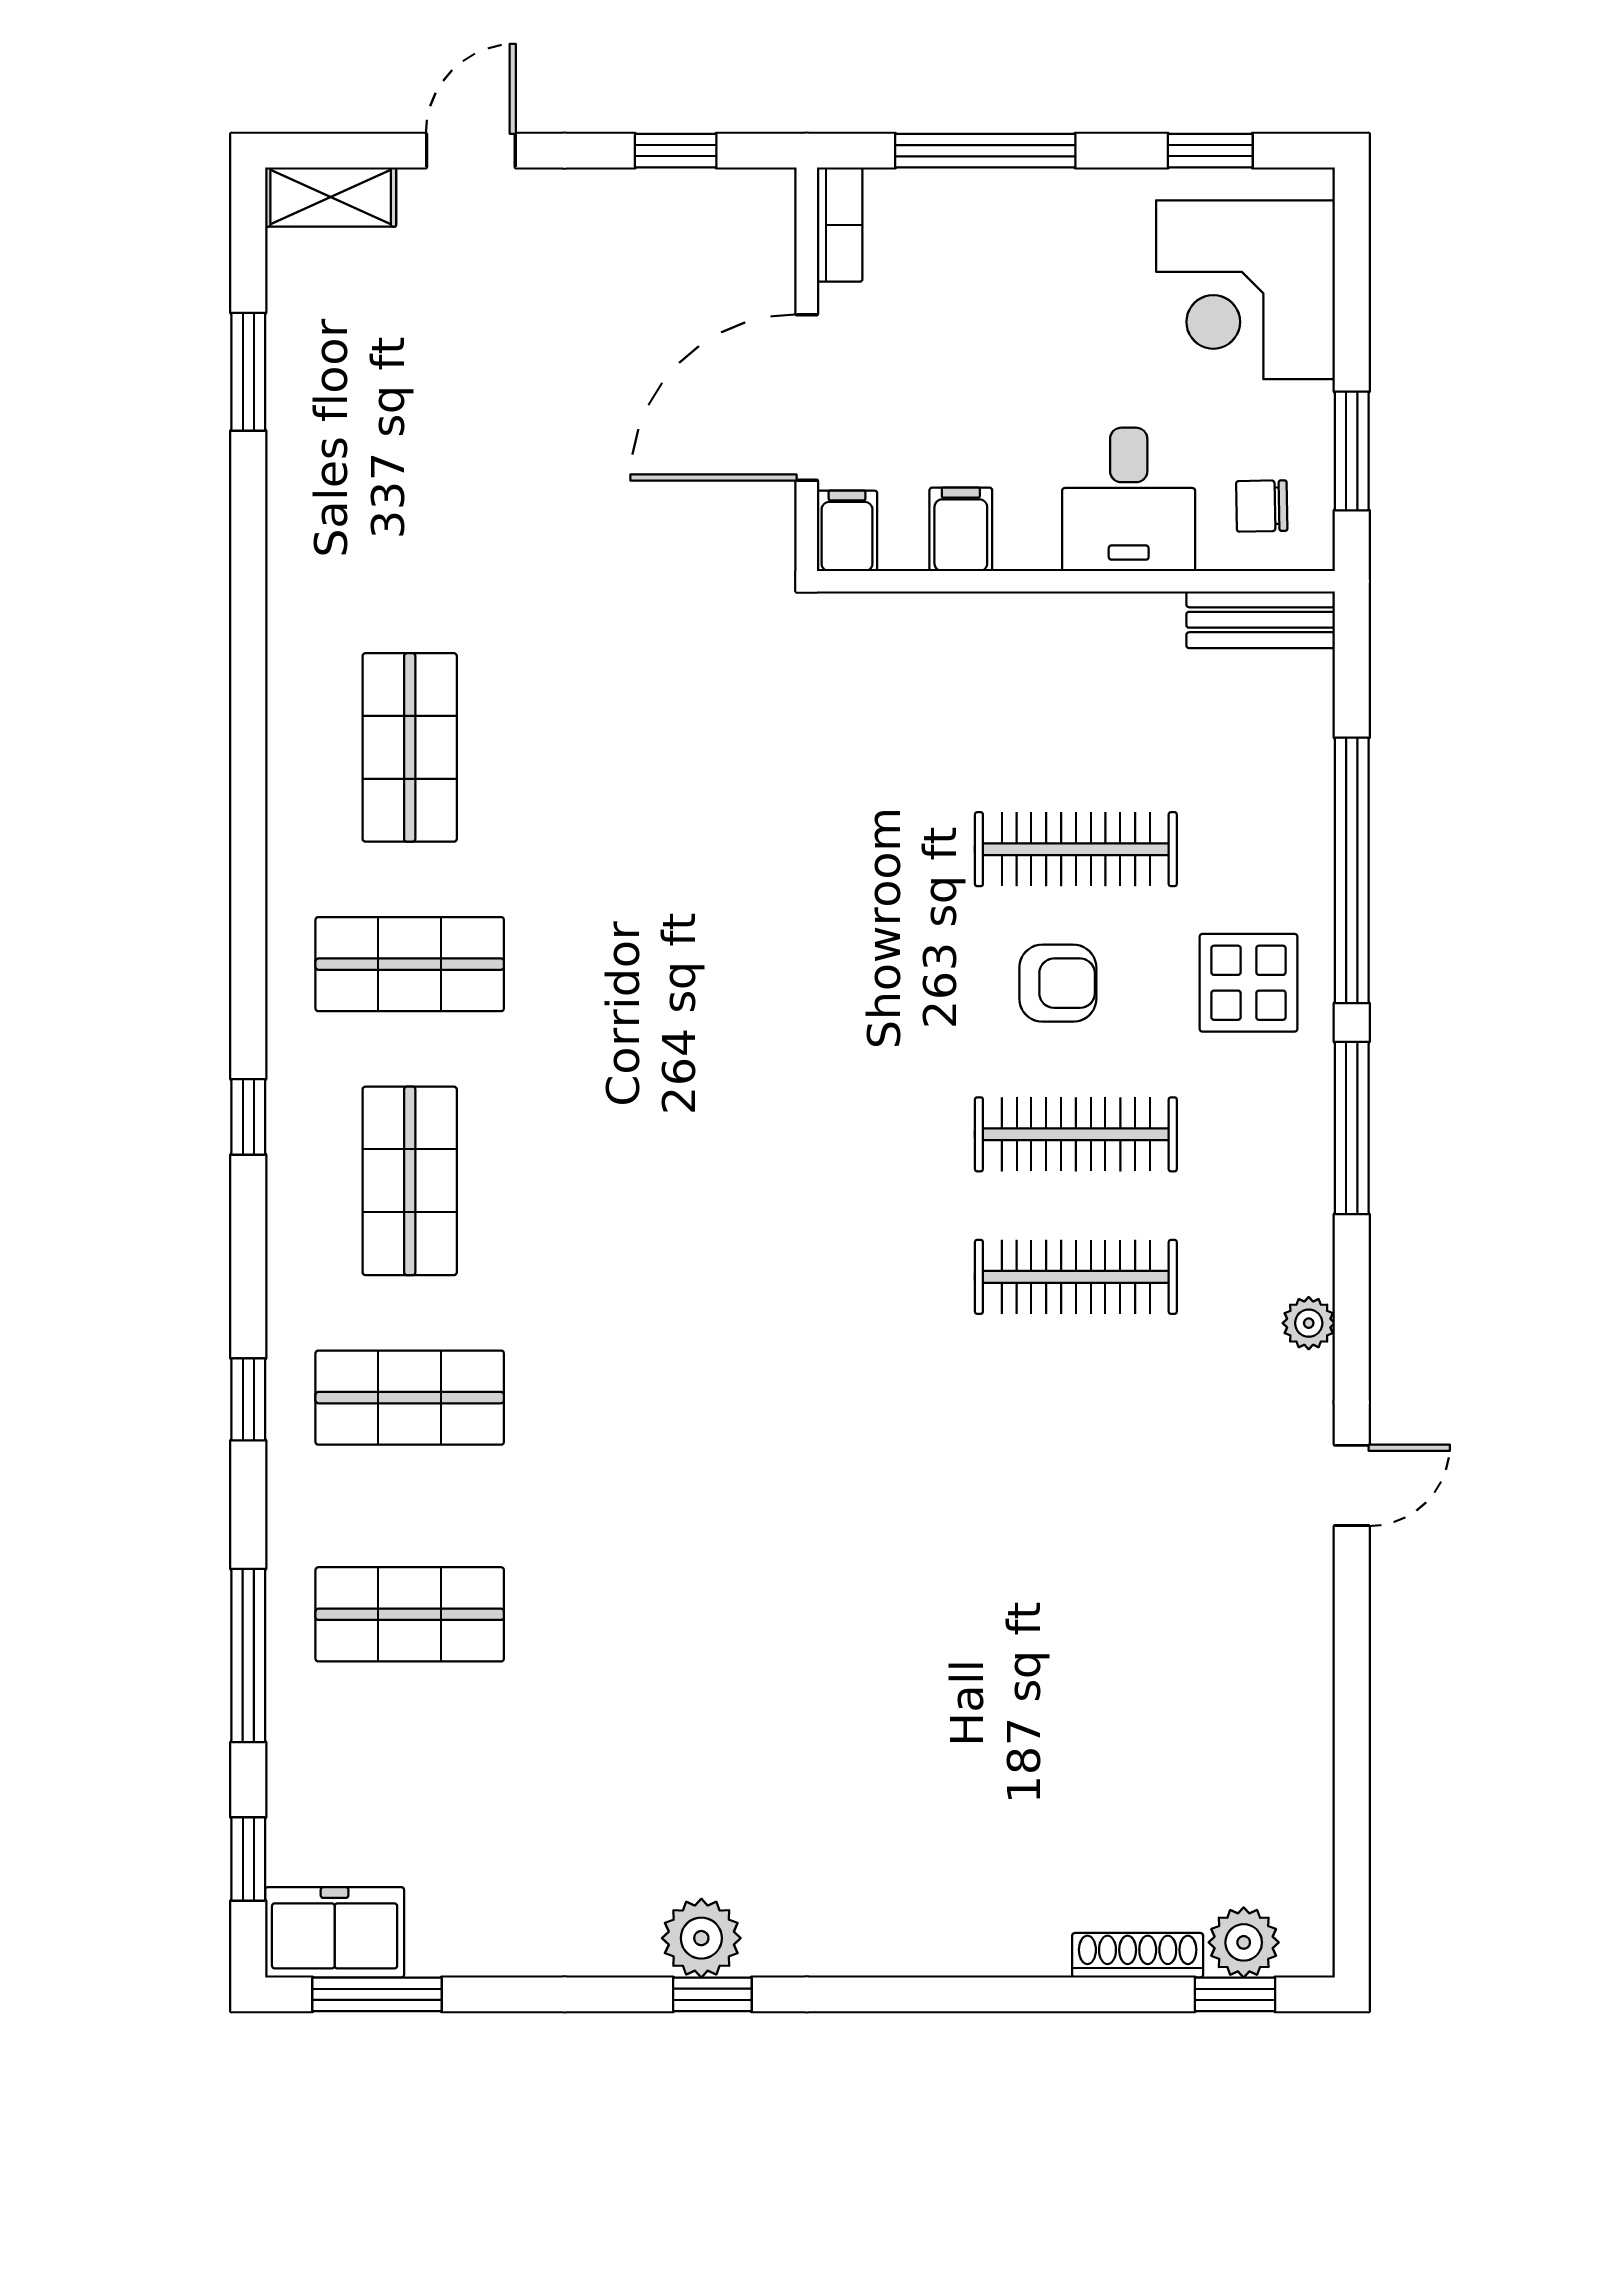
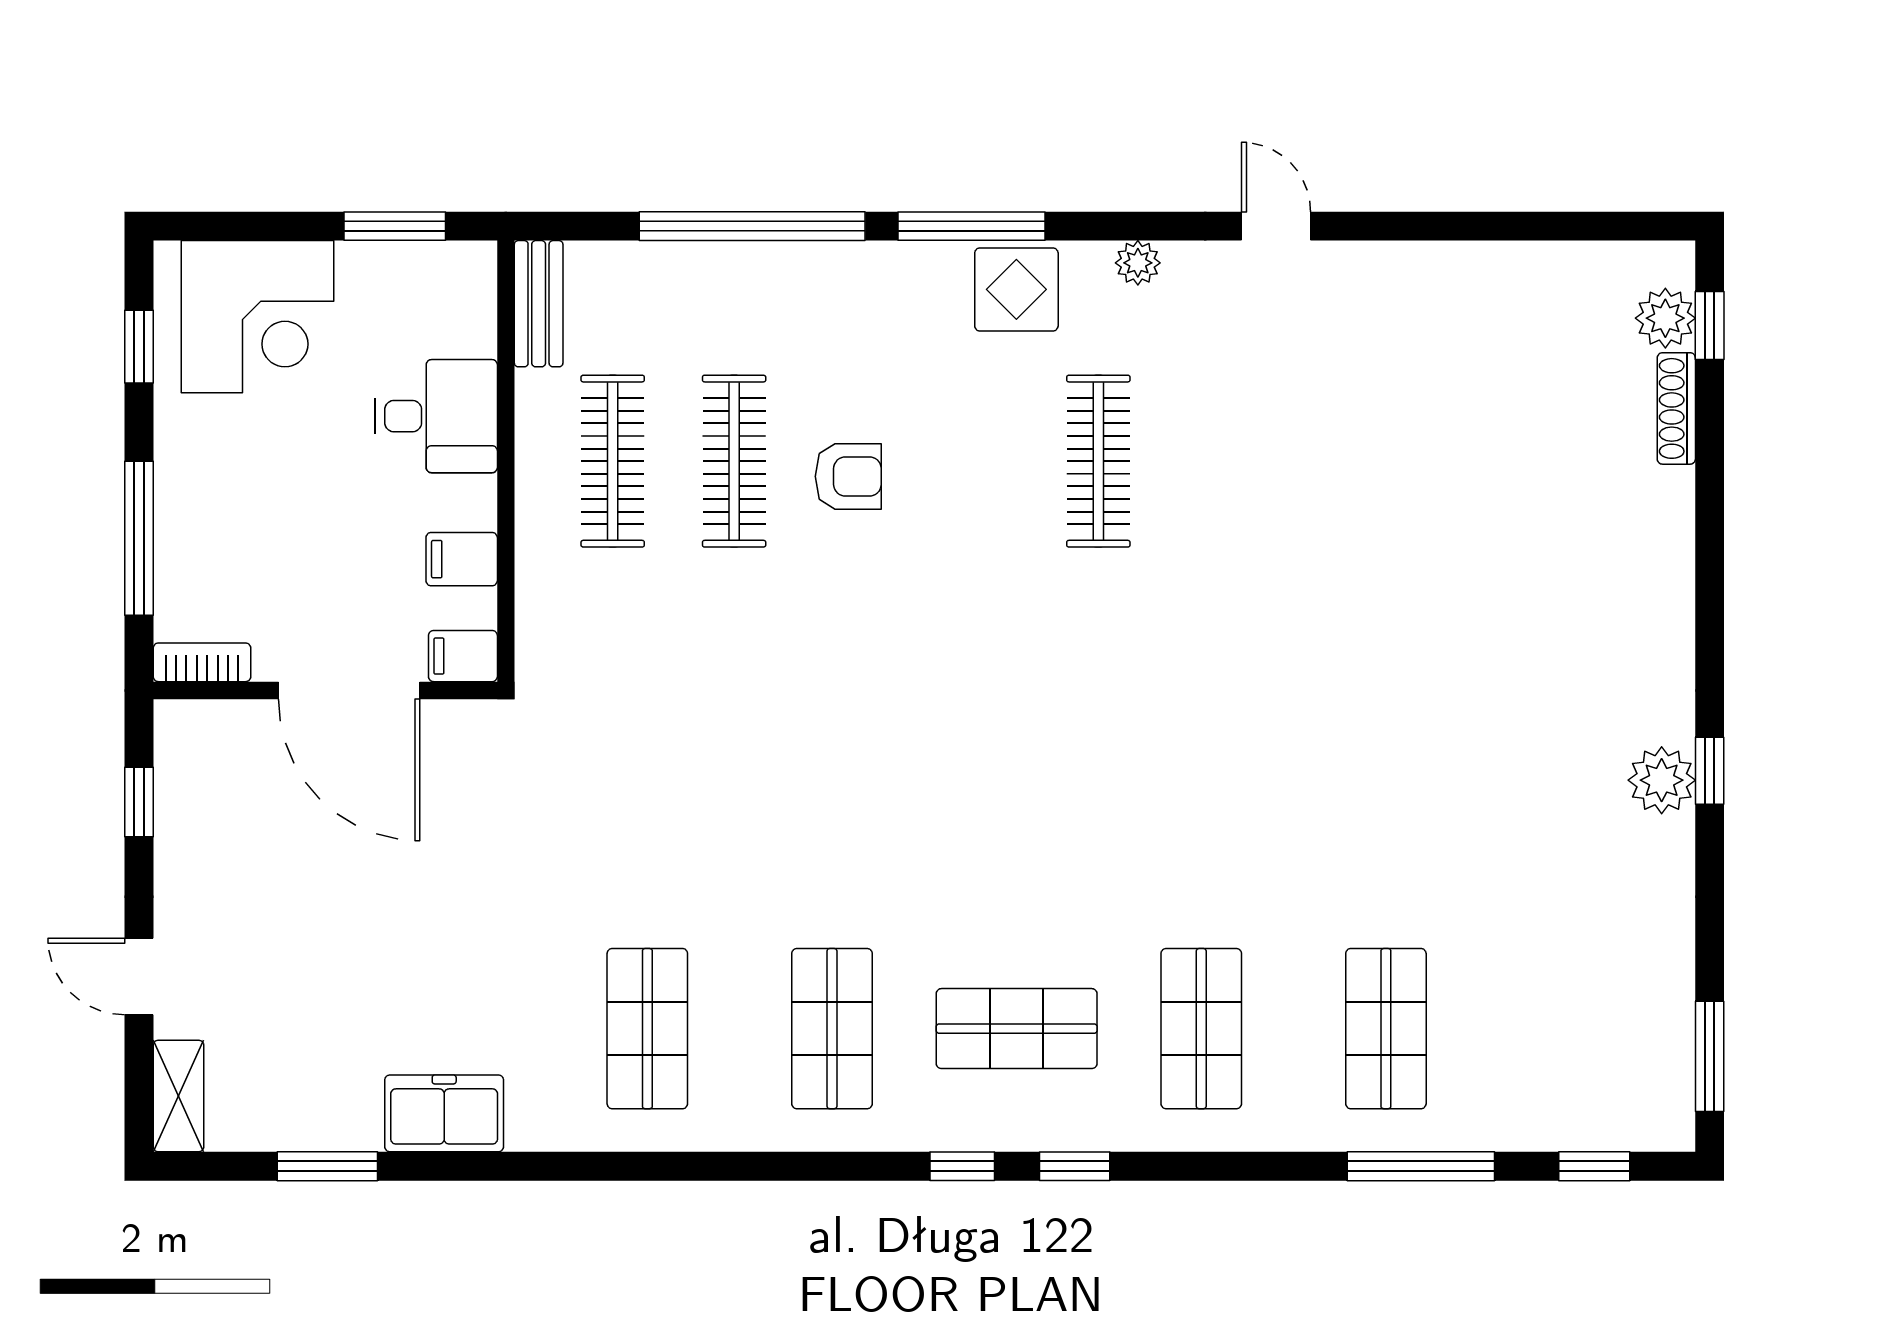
chair: (1262, 506) -> (442, 303), removed
shop shelf: (410, 747) -> (647, 1029), turned 90
armchair: (1058, 983) -> (848, 476), turned 90
display table: (1248, 983) -> (1016, 289), moved
clothes rail: (1076, 1134) -> (613, 461), moved
window: (248, 1399) -> (1075, 1166), moved
freezer: (335, 1932) -> (444, 1113), moved, turned 90

